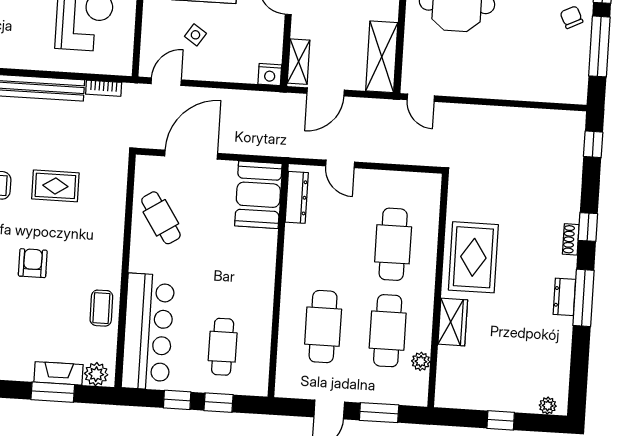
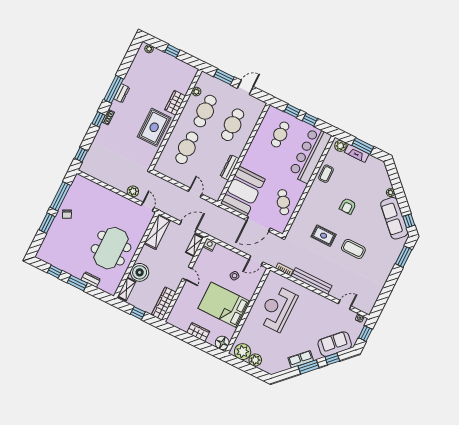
plant: (462, 115) -> (133, 191), added
booth: (258, 195) -> (243, 191), width x1.36, depth x1.42
dresser: (297, 197) -> (230, 167), moved

